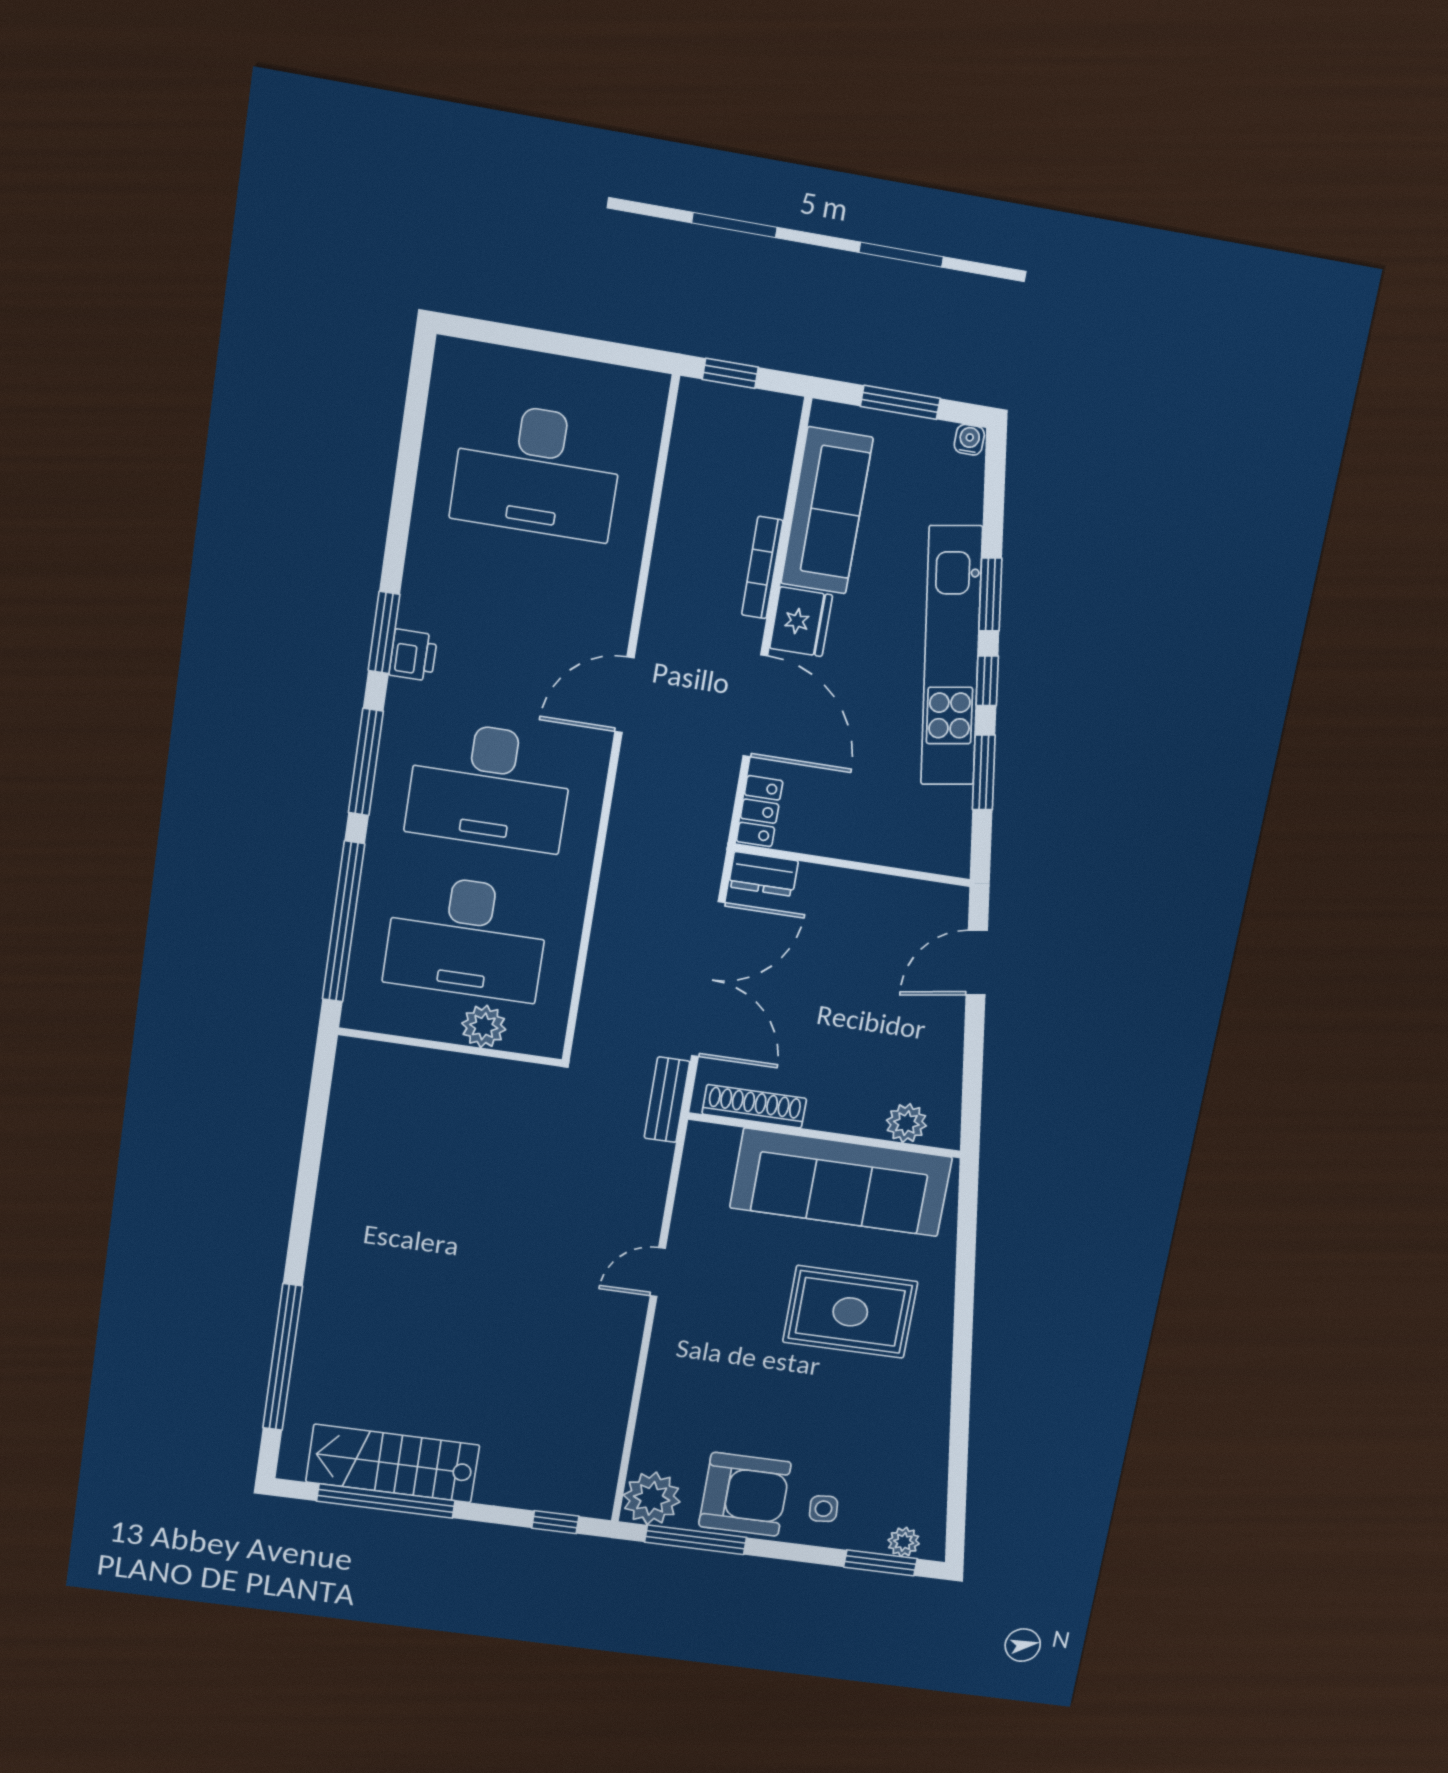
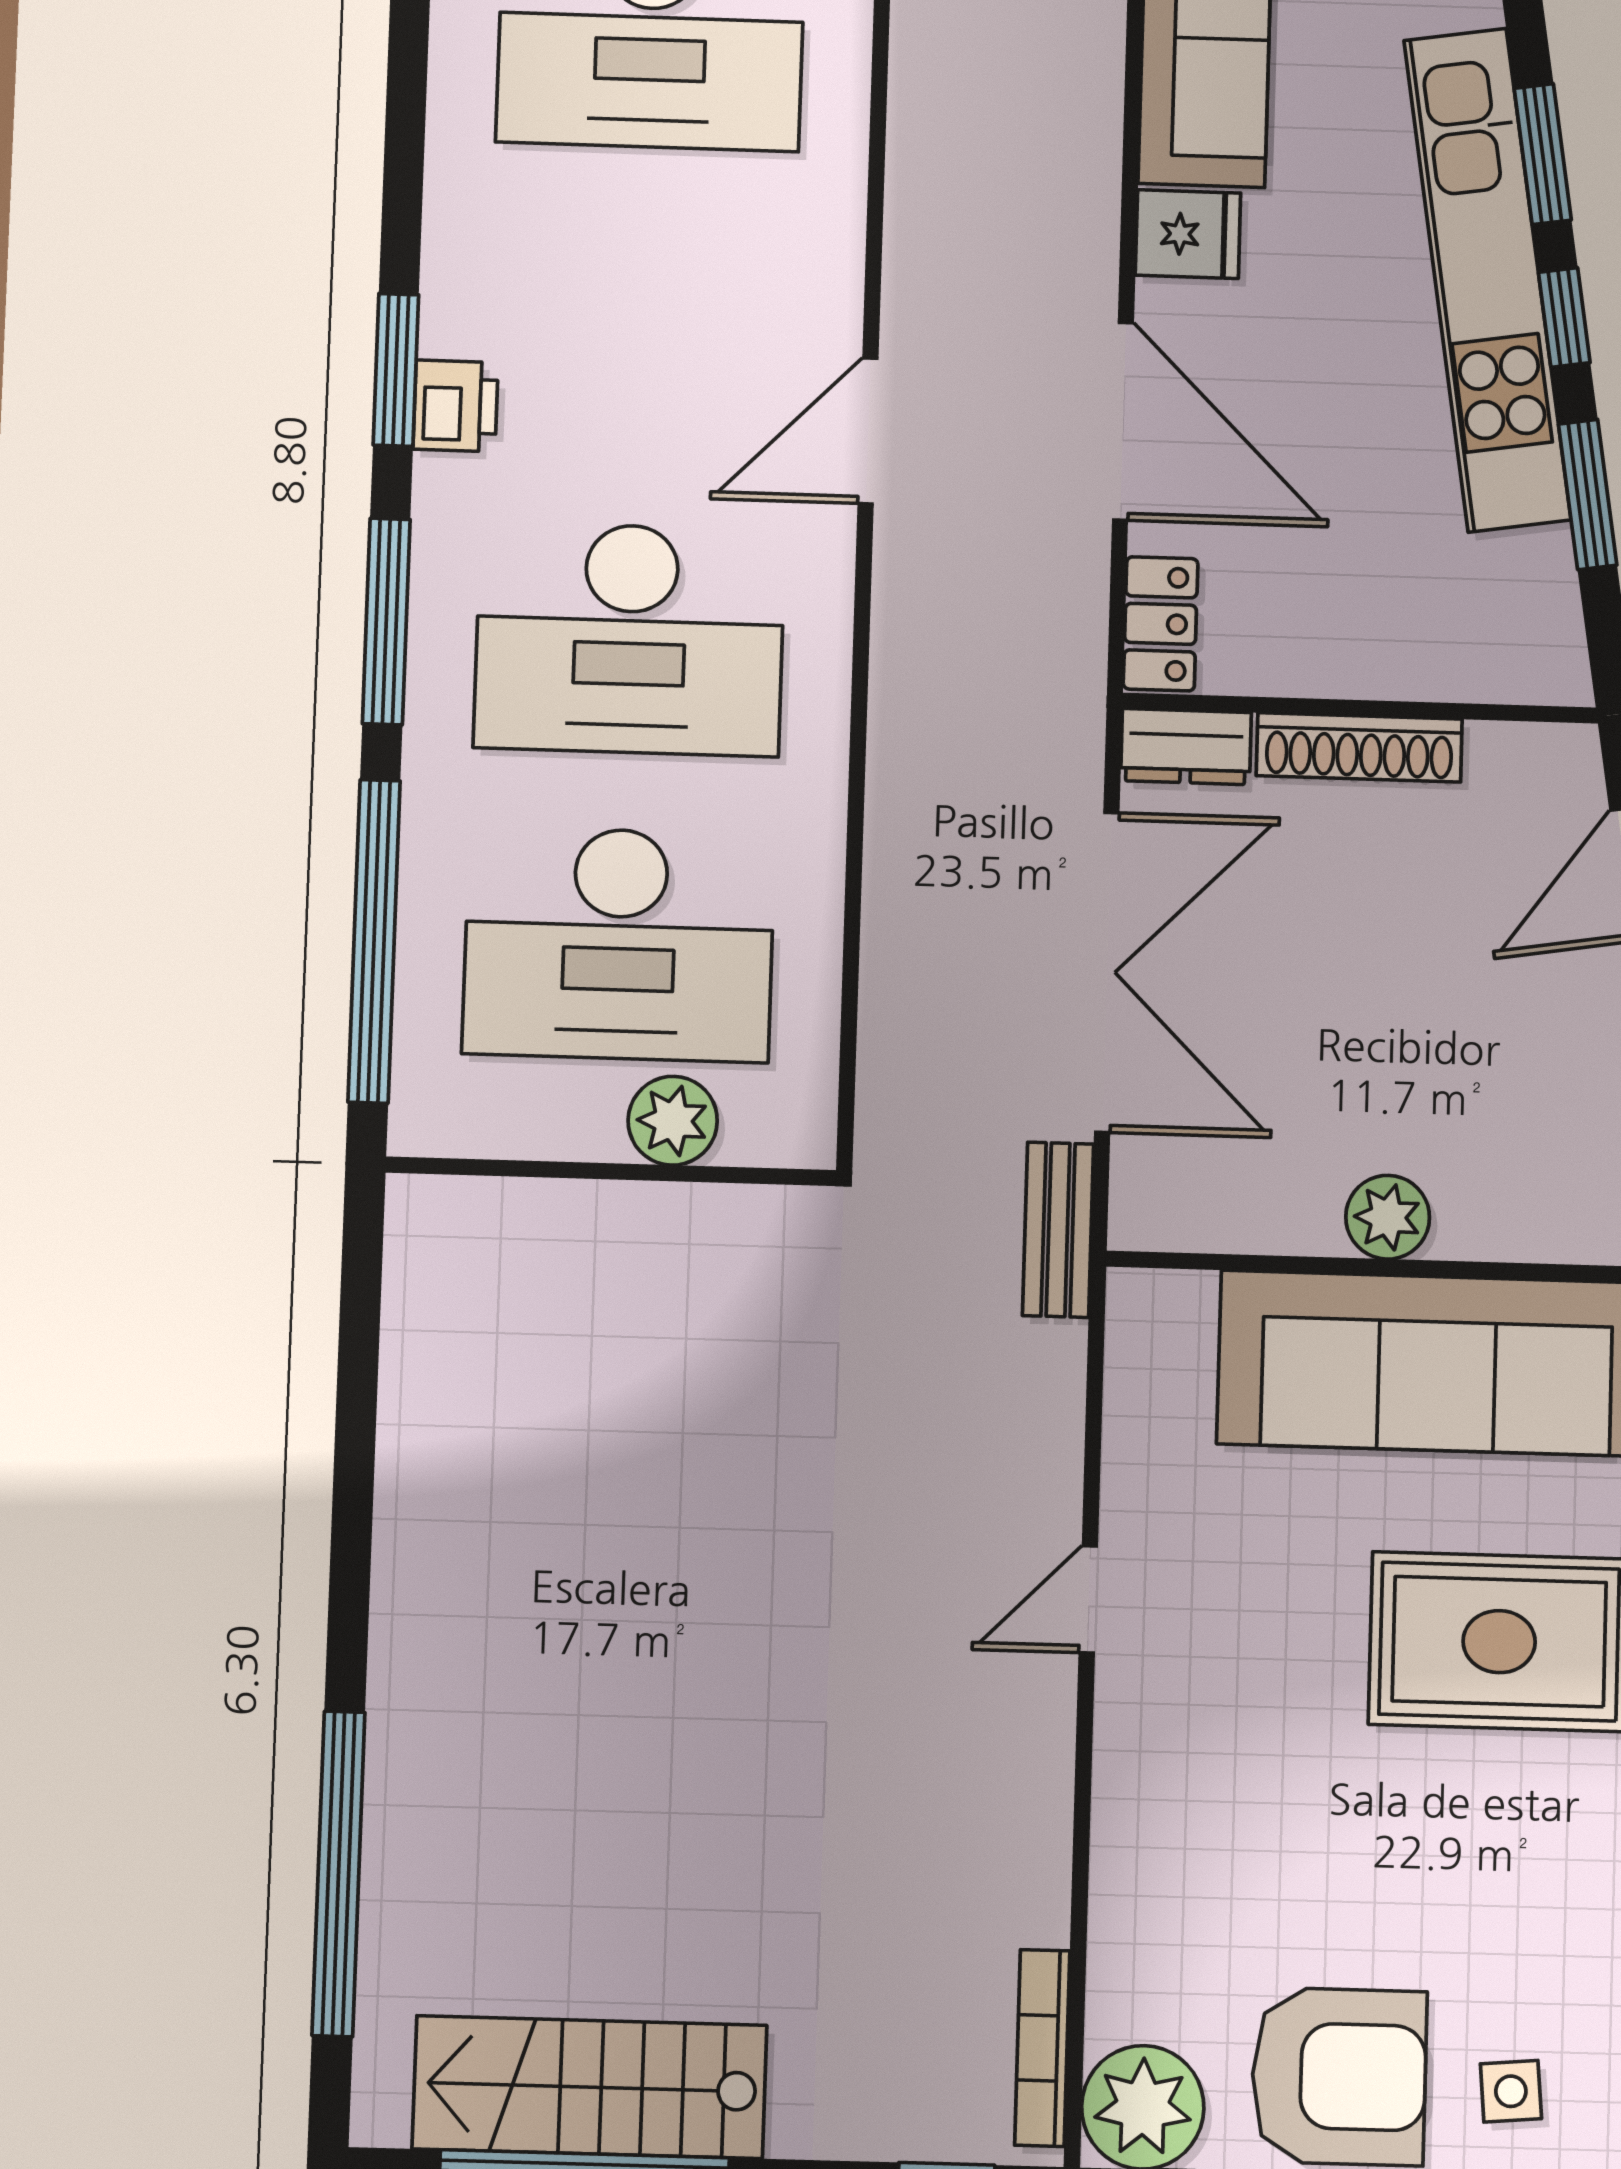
bookcase: (762, 568) -> (1042, 2048), moved
fridge: (801, 622) -> (1188, 234), width x0.72
shoe rack: (754, 1106) -> (1359, 747), moved, turned 180
plant: (906, 1123) -> (1388, 1217), moved

